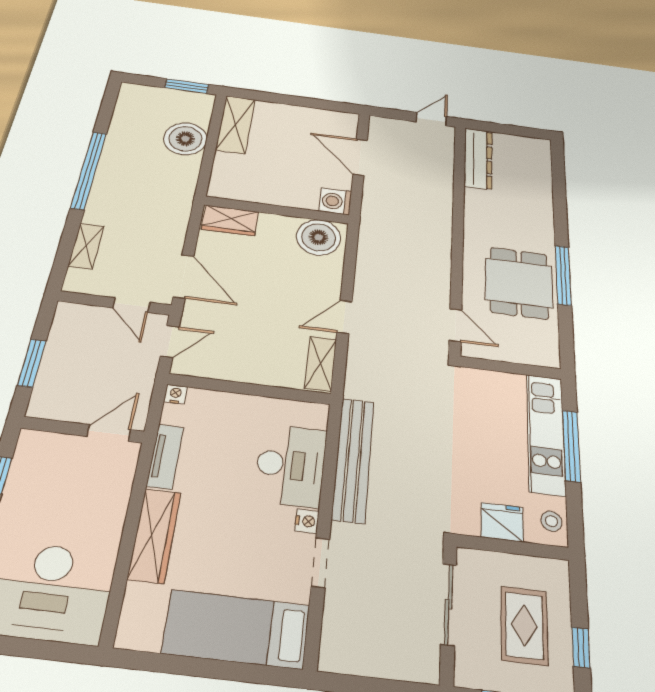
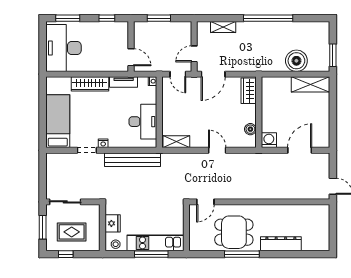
dresser: (478, 159) -> (281, 244), moved, turned 180
boiler: (319, 237) -> (250, 129), width x0.54, depth x0.54
door: (344, 317) -> (217, 150), moved
desk: (291, 465) -> (143, 122), moved, turned -90
sliding door: (449, 604) -> (65, 202), moved

